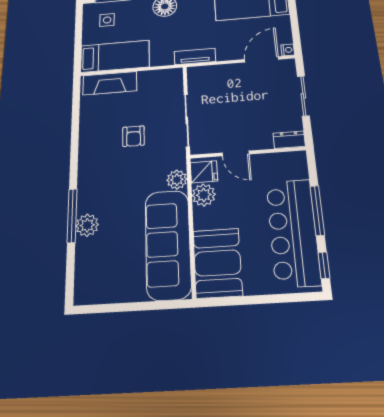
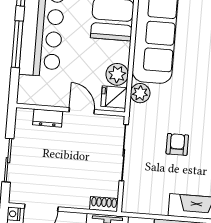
shoe rack: (200, 72) -> (104, 204), added
dresser: (289, 140) -> (48, 118), moved

